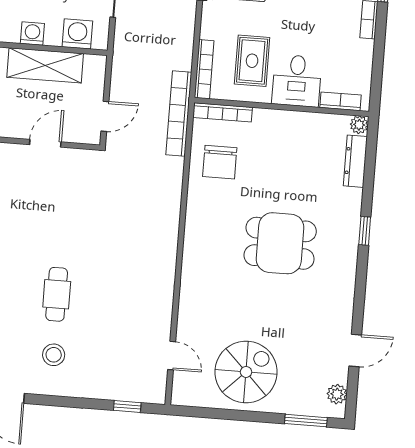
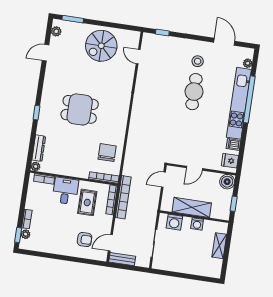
bookcase: (179, 114) -> (123, 197), moved
cafe table: (57, 294) -> (194, 92), width x1.37, depth x1.35

